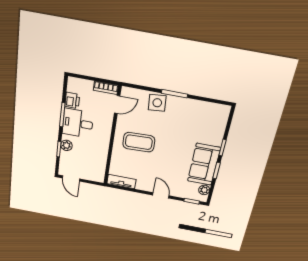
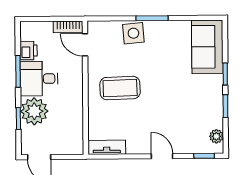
door: (117, 105) -> (85, 45), swing flipped
plant: (66, 145) -> (34, 111), width x1.87, depth x1.87
sofa: (204, 164) -> (207, 47), moved

